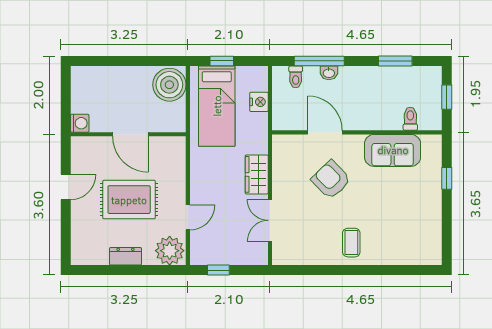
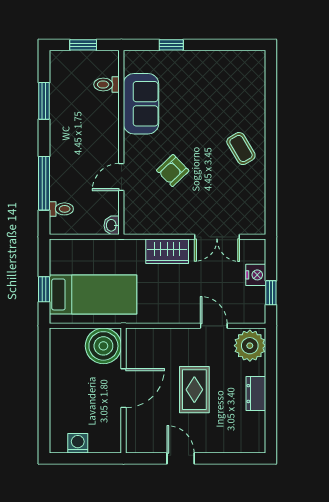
washbasin: (329, 73) -> (112, 225), moved, turned 180
boiler: (169, 85) -> (103, 346), moved
nightstand: (259, 102) -> (256, 275), moved, turned 90
washing machine: (80, 123) -> (78, 443), moved
door: (325, 132) -> (121, 177), width x0.73
armchair: (331, 180) -> (173, 171), width x0.72, depth x0.72
rug: (129, 200) -> (194, 390), width x0.73, depth x0.70
coffee table: (351, 243) -> (241, 149), turned 59

